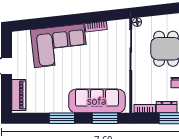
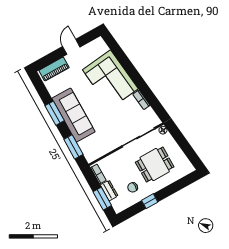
sofa: (97, 101) -> (73, 115), moved

